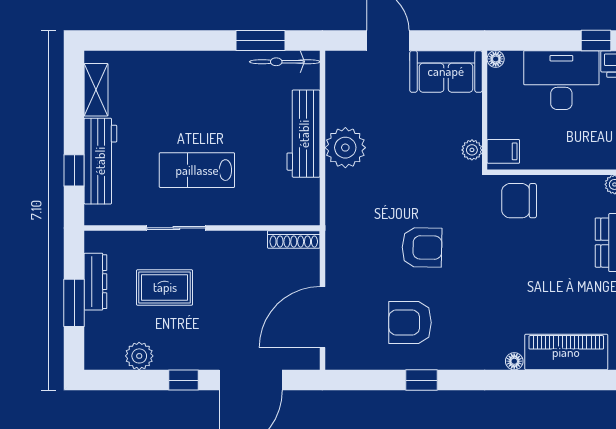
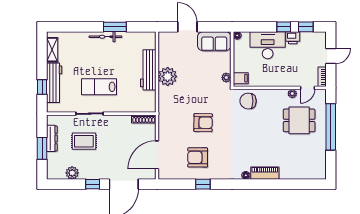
window: (261, 40) -> (115, 27), moved
bicycle: (285, 62) -> (105, 37), moved
piano: (566, 352) -> (265, 173), width x0.73, depth x0.75

